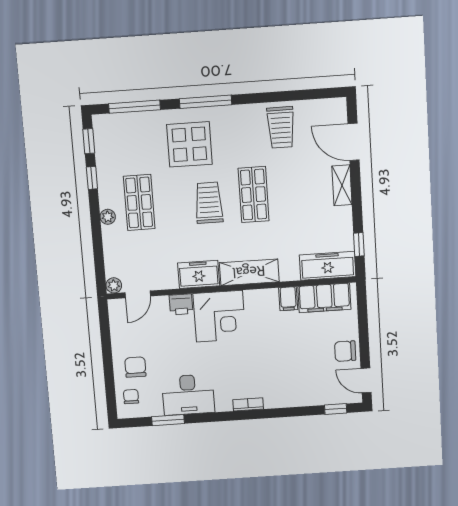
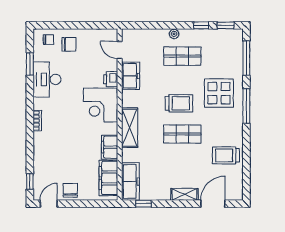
freezer: (199, 274) -> (131, 76), moved
plant: (114, 285) -> (127, 34), removed
filing cabinet: (288, 299) -> (110, 147), width x2.00

